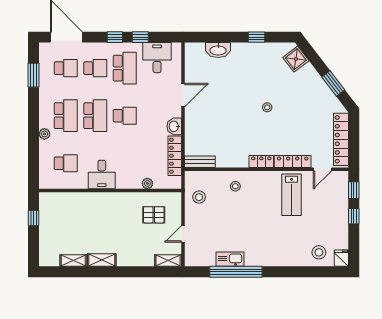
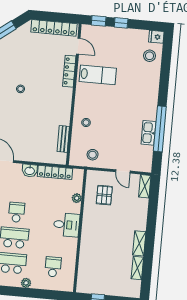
locker: (261, 161) -> (67, 98), removed
bench: (200, 162) -> (63, 139), moved
desk: (102, 174) -> (67, 225), moved

